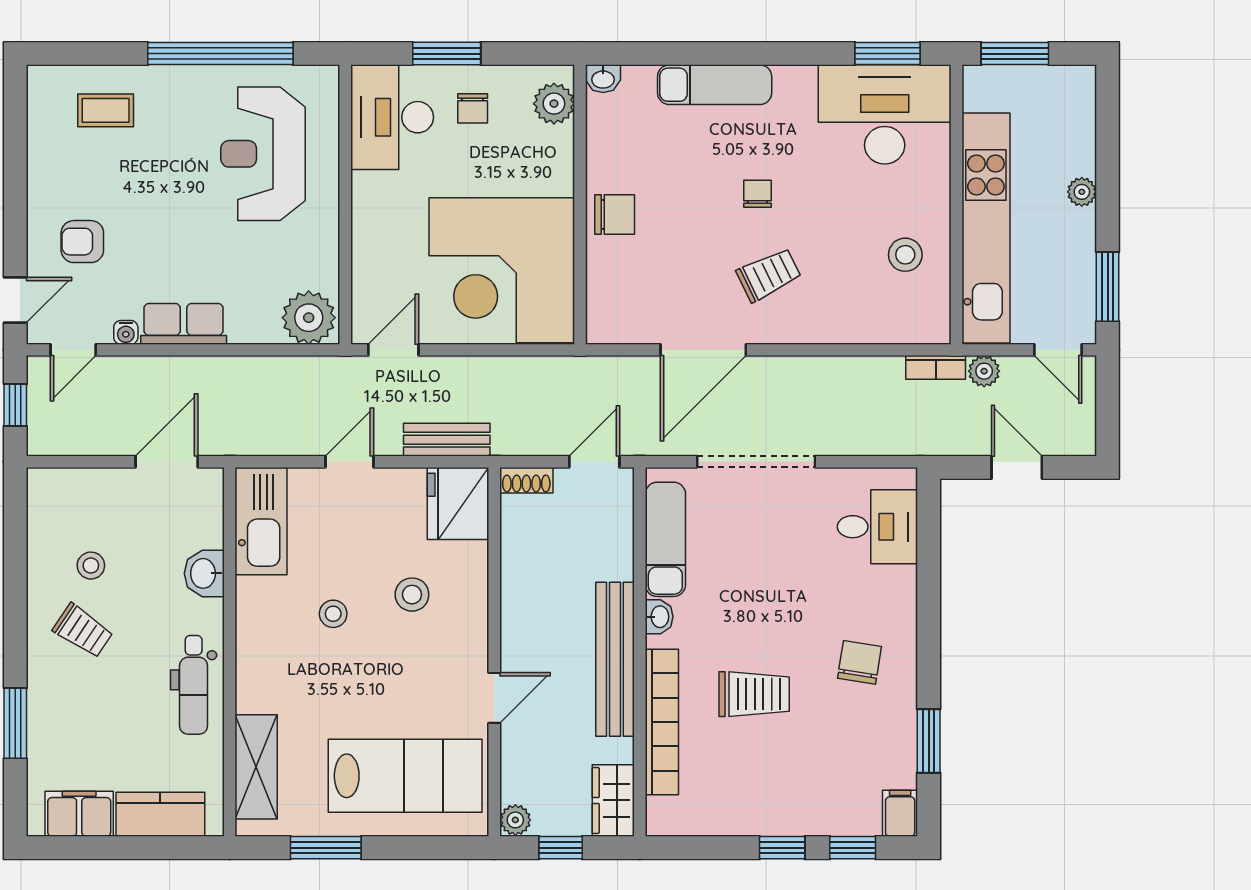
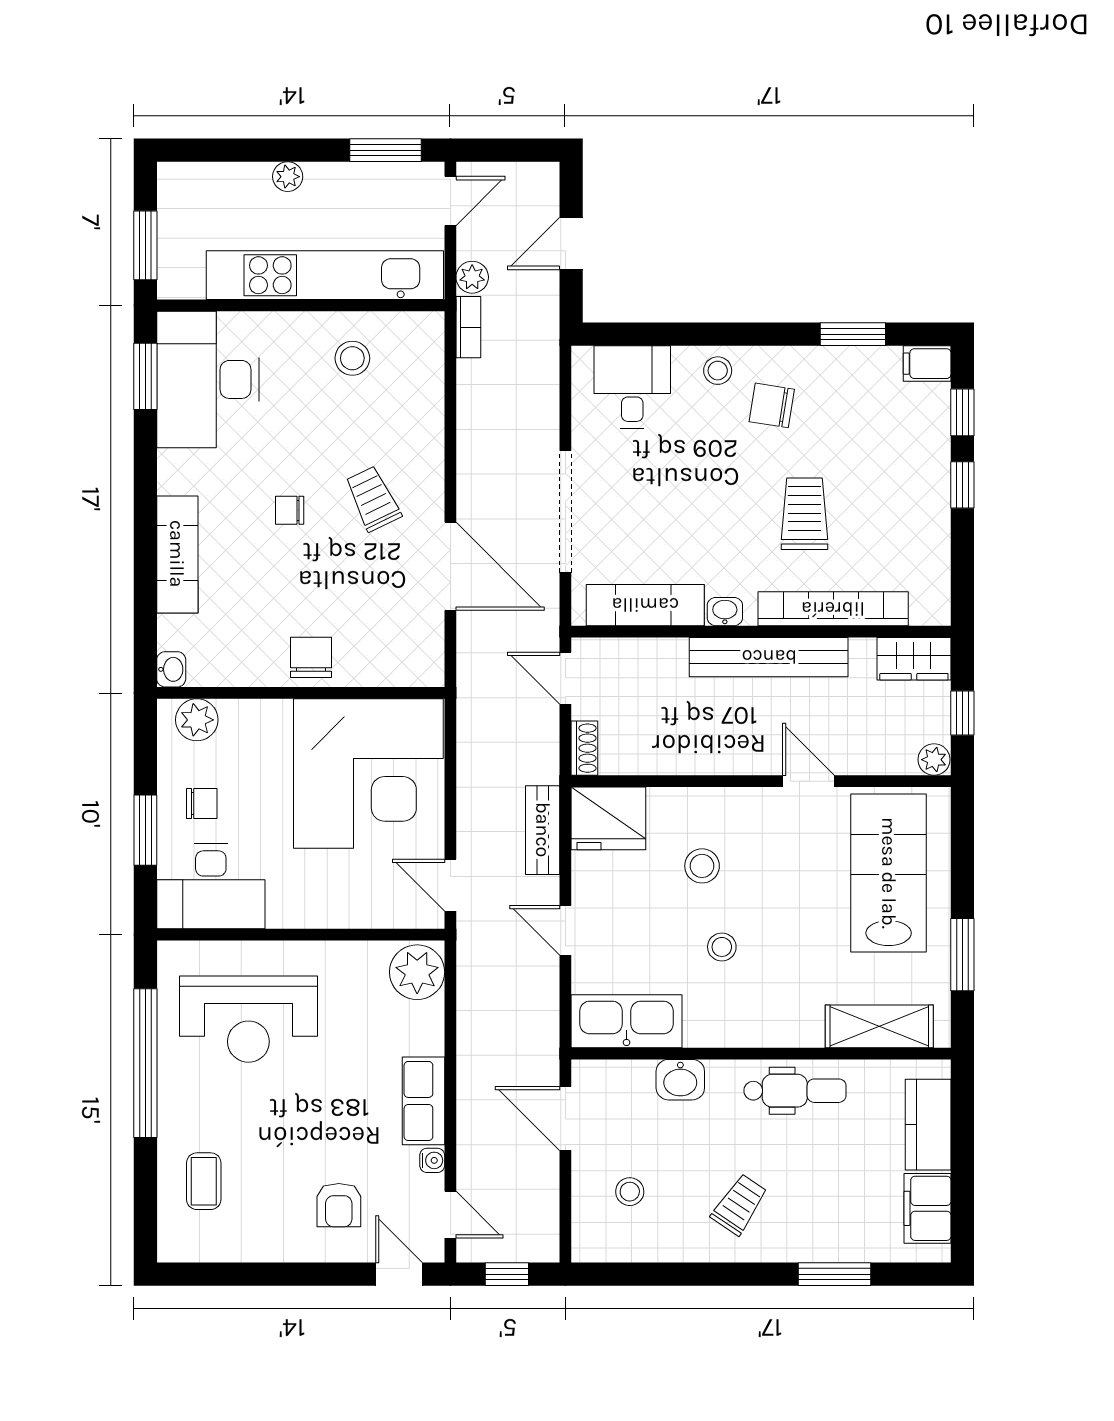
stool: (91, 566) -> (630, 1192), moved
stool: (893, 610) -> (718, 371), added

